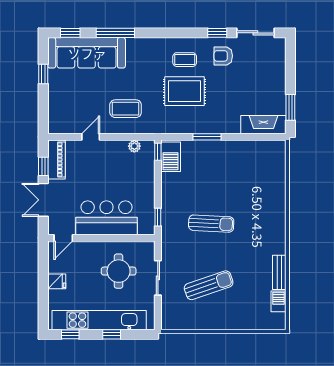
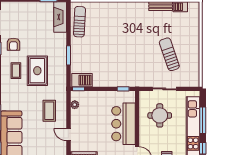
sun lounger: (211, 224) -> (79, 22), moved
window: (112, 334) -> (203, 120), width x2.17

